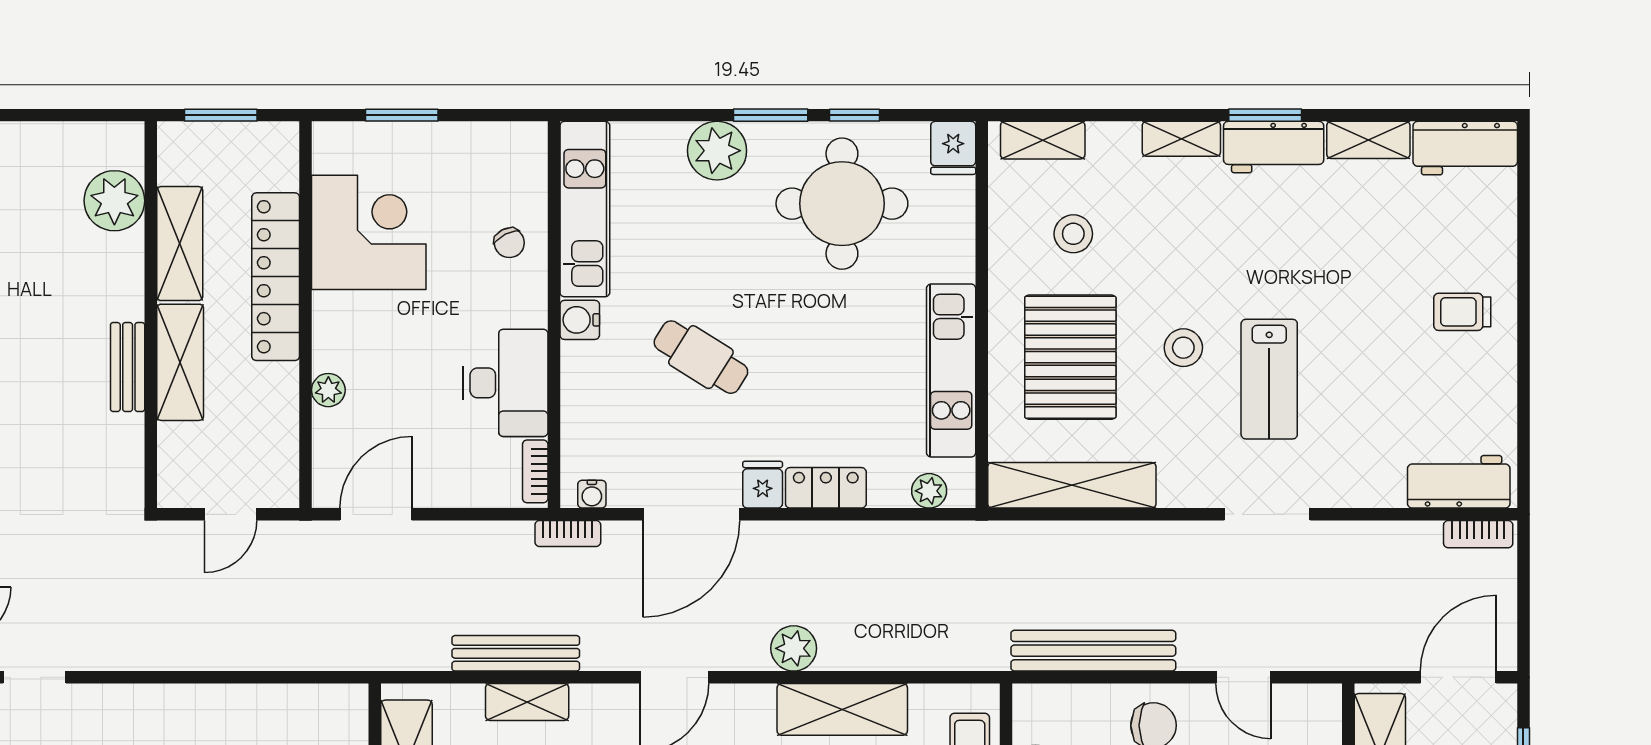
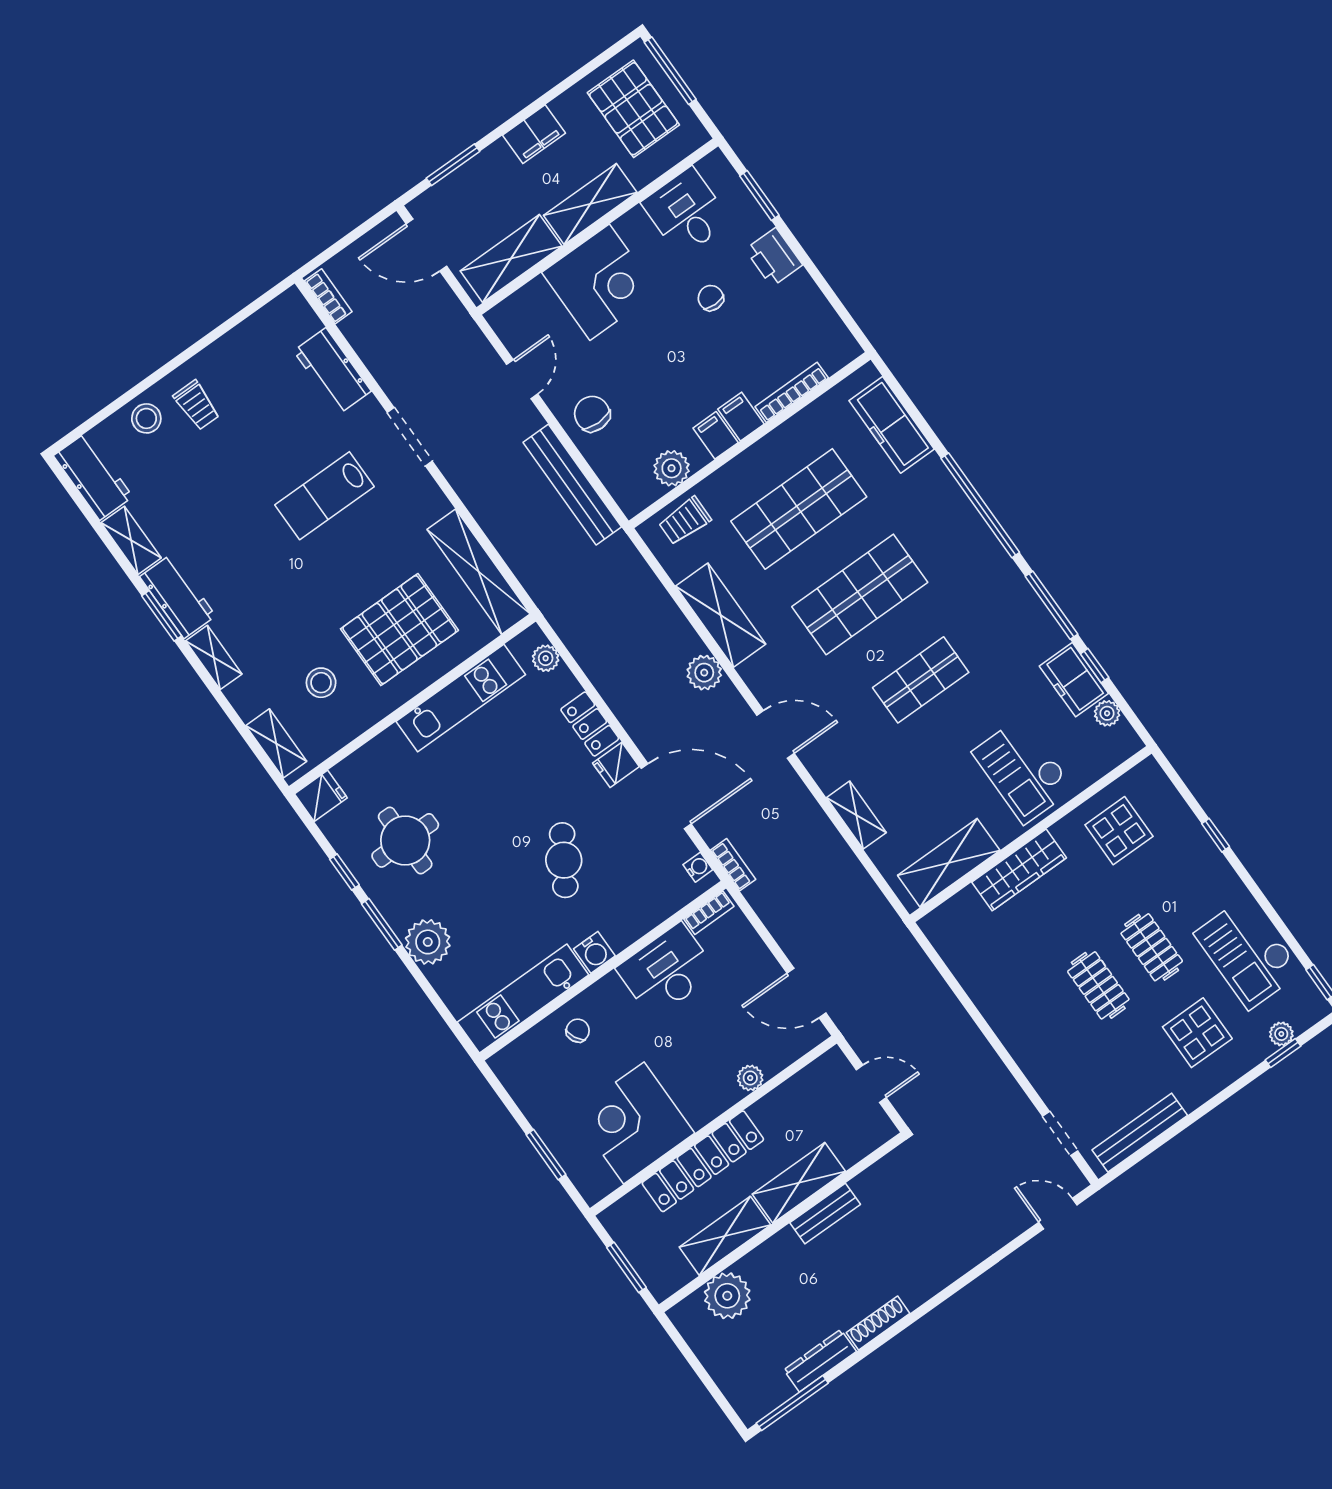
round table: (842, 204) -> (405, 840), width x0.73, depth x0.73
stool: (1183, 348) -> (146, 418), moved
lab bench: (1269, 379) -> (325, 496), turned 180
workbench: (1459, 482) -> (332, 371), moved
bench: (516, 653) -> (831, 844), removed

